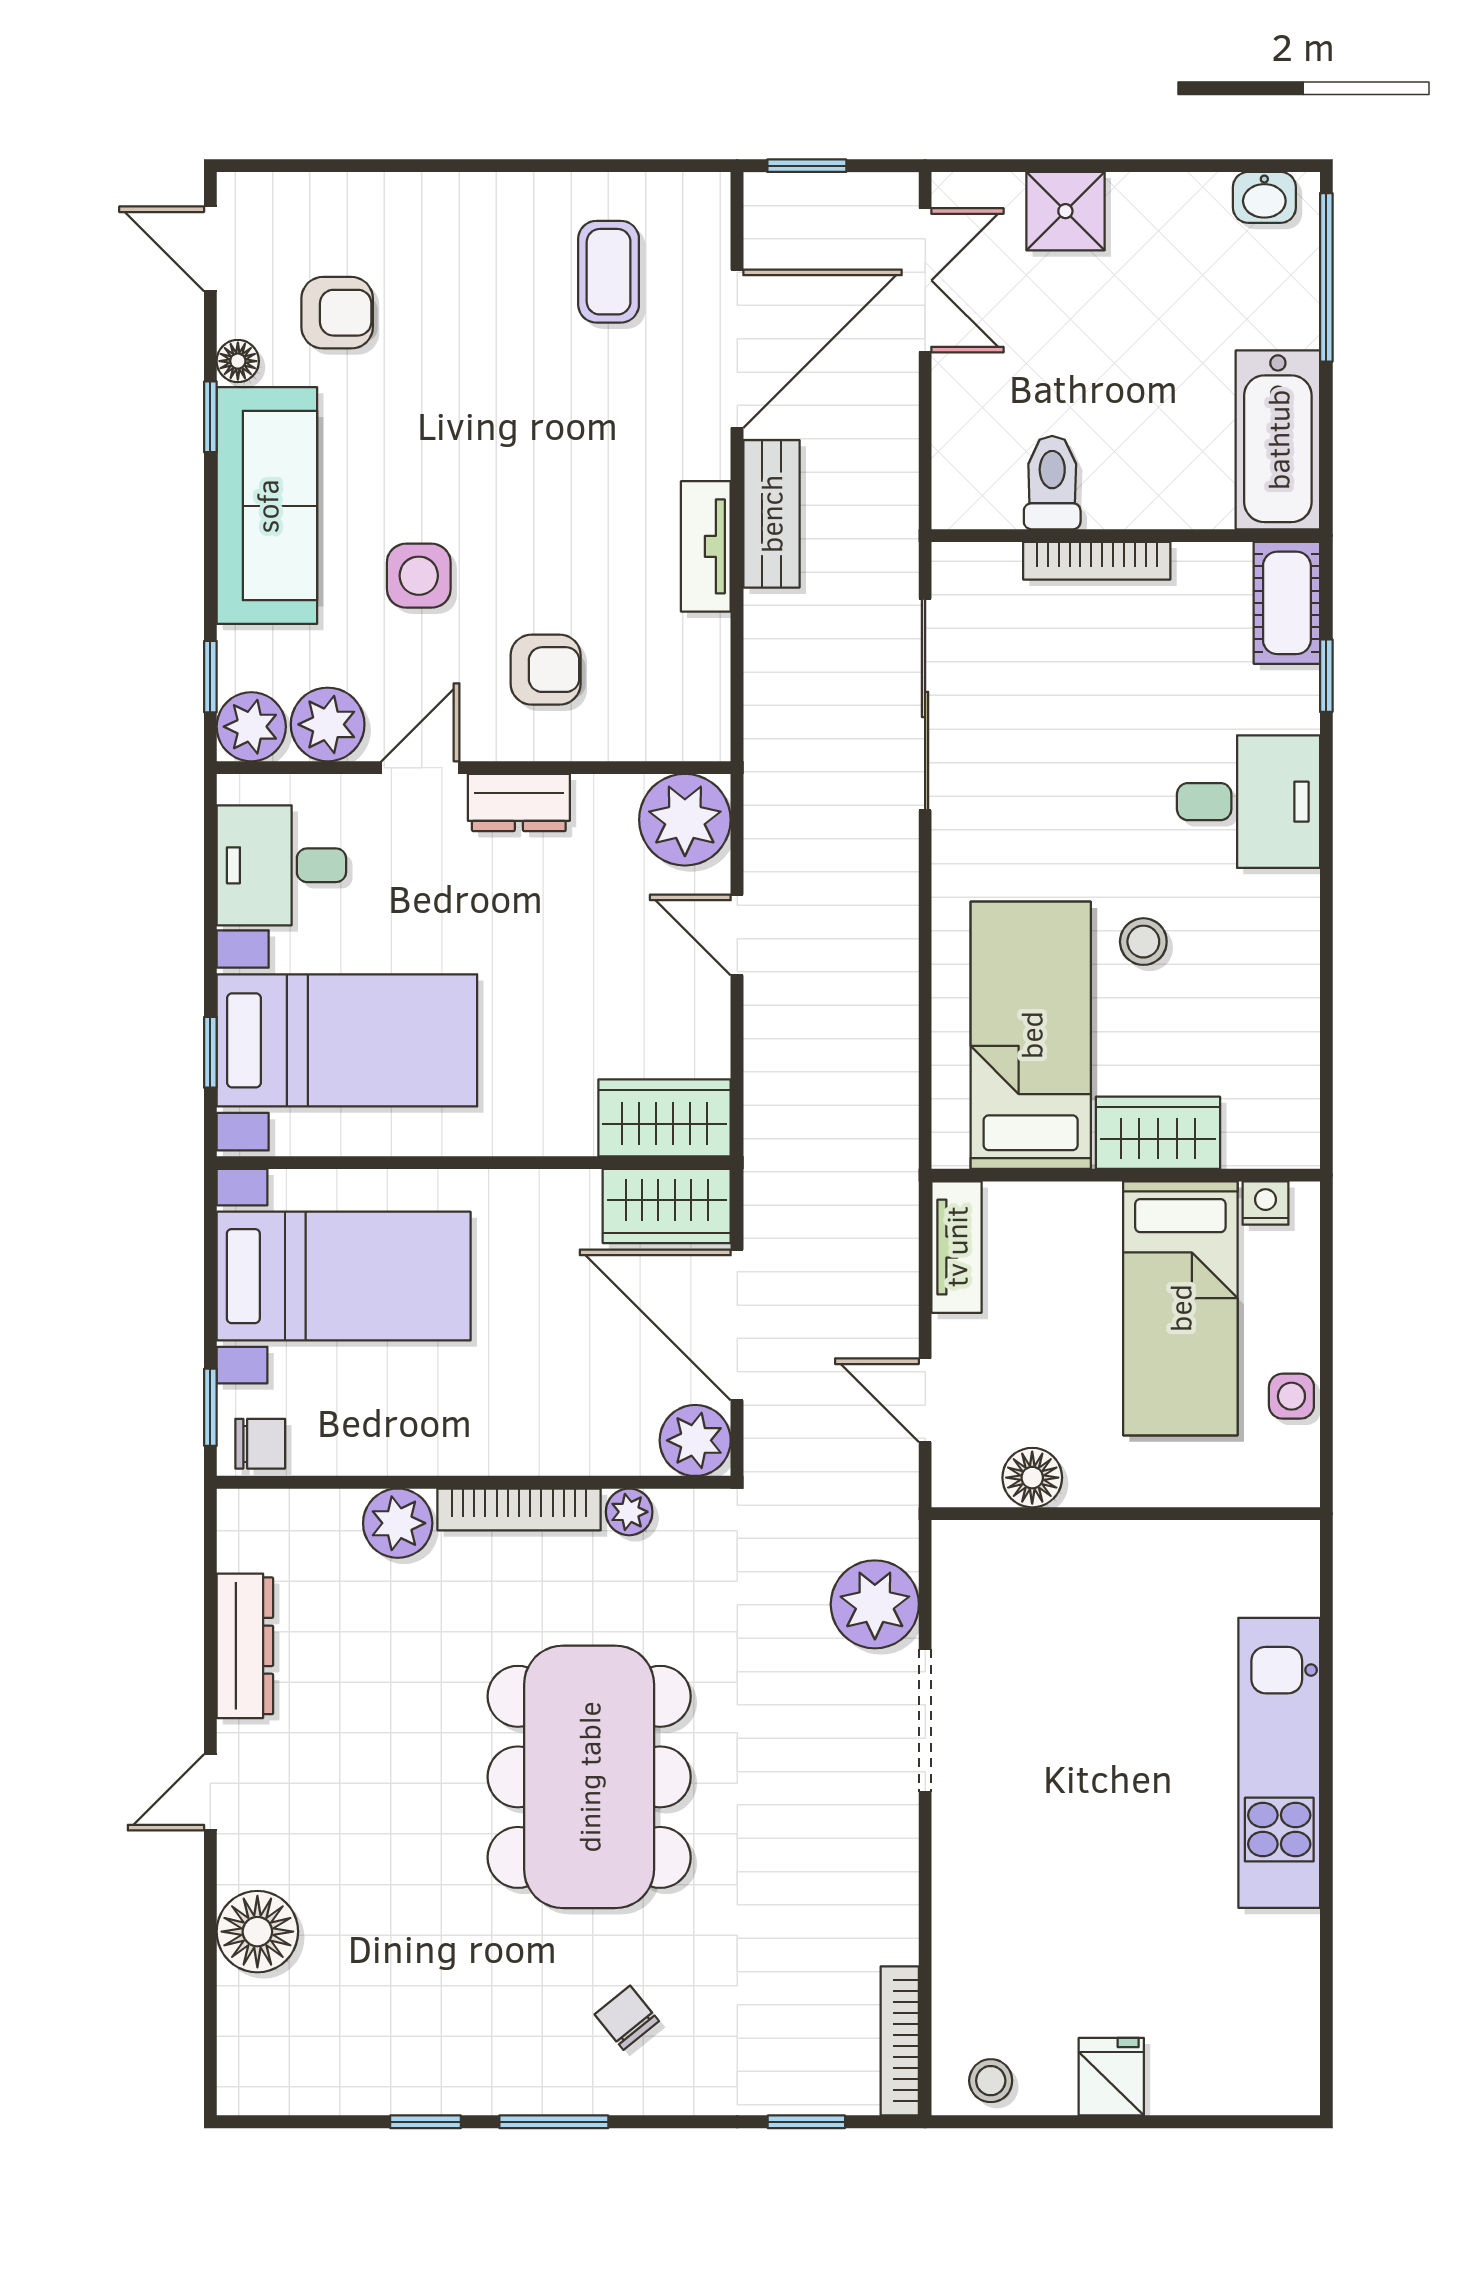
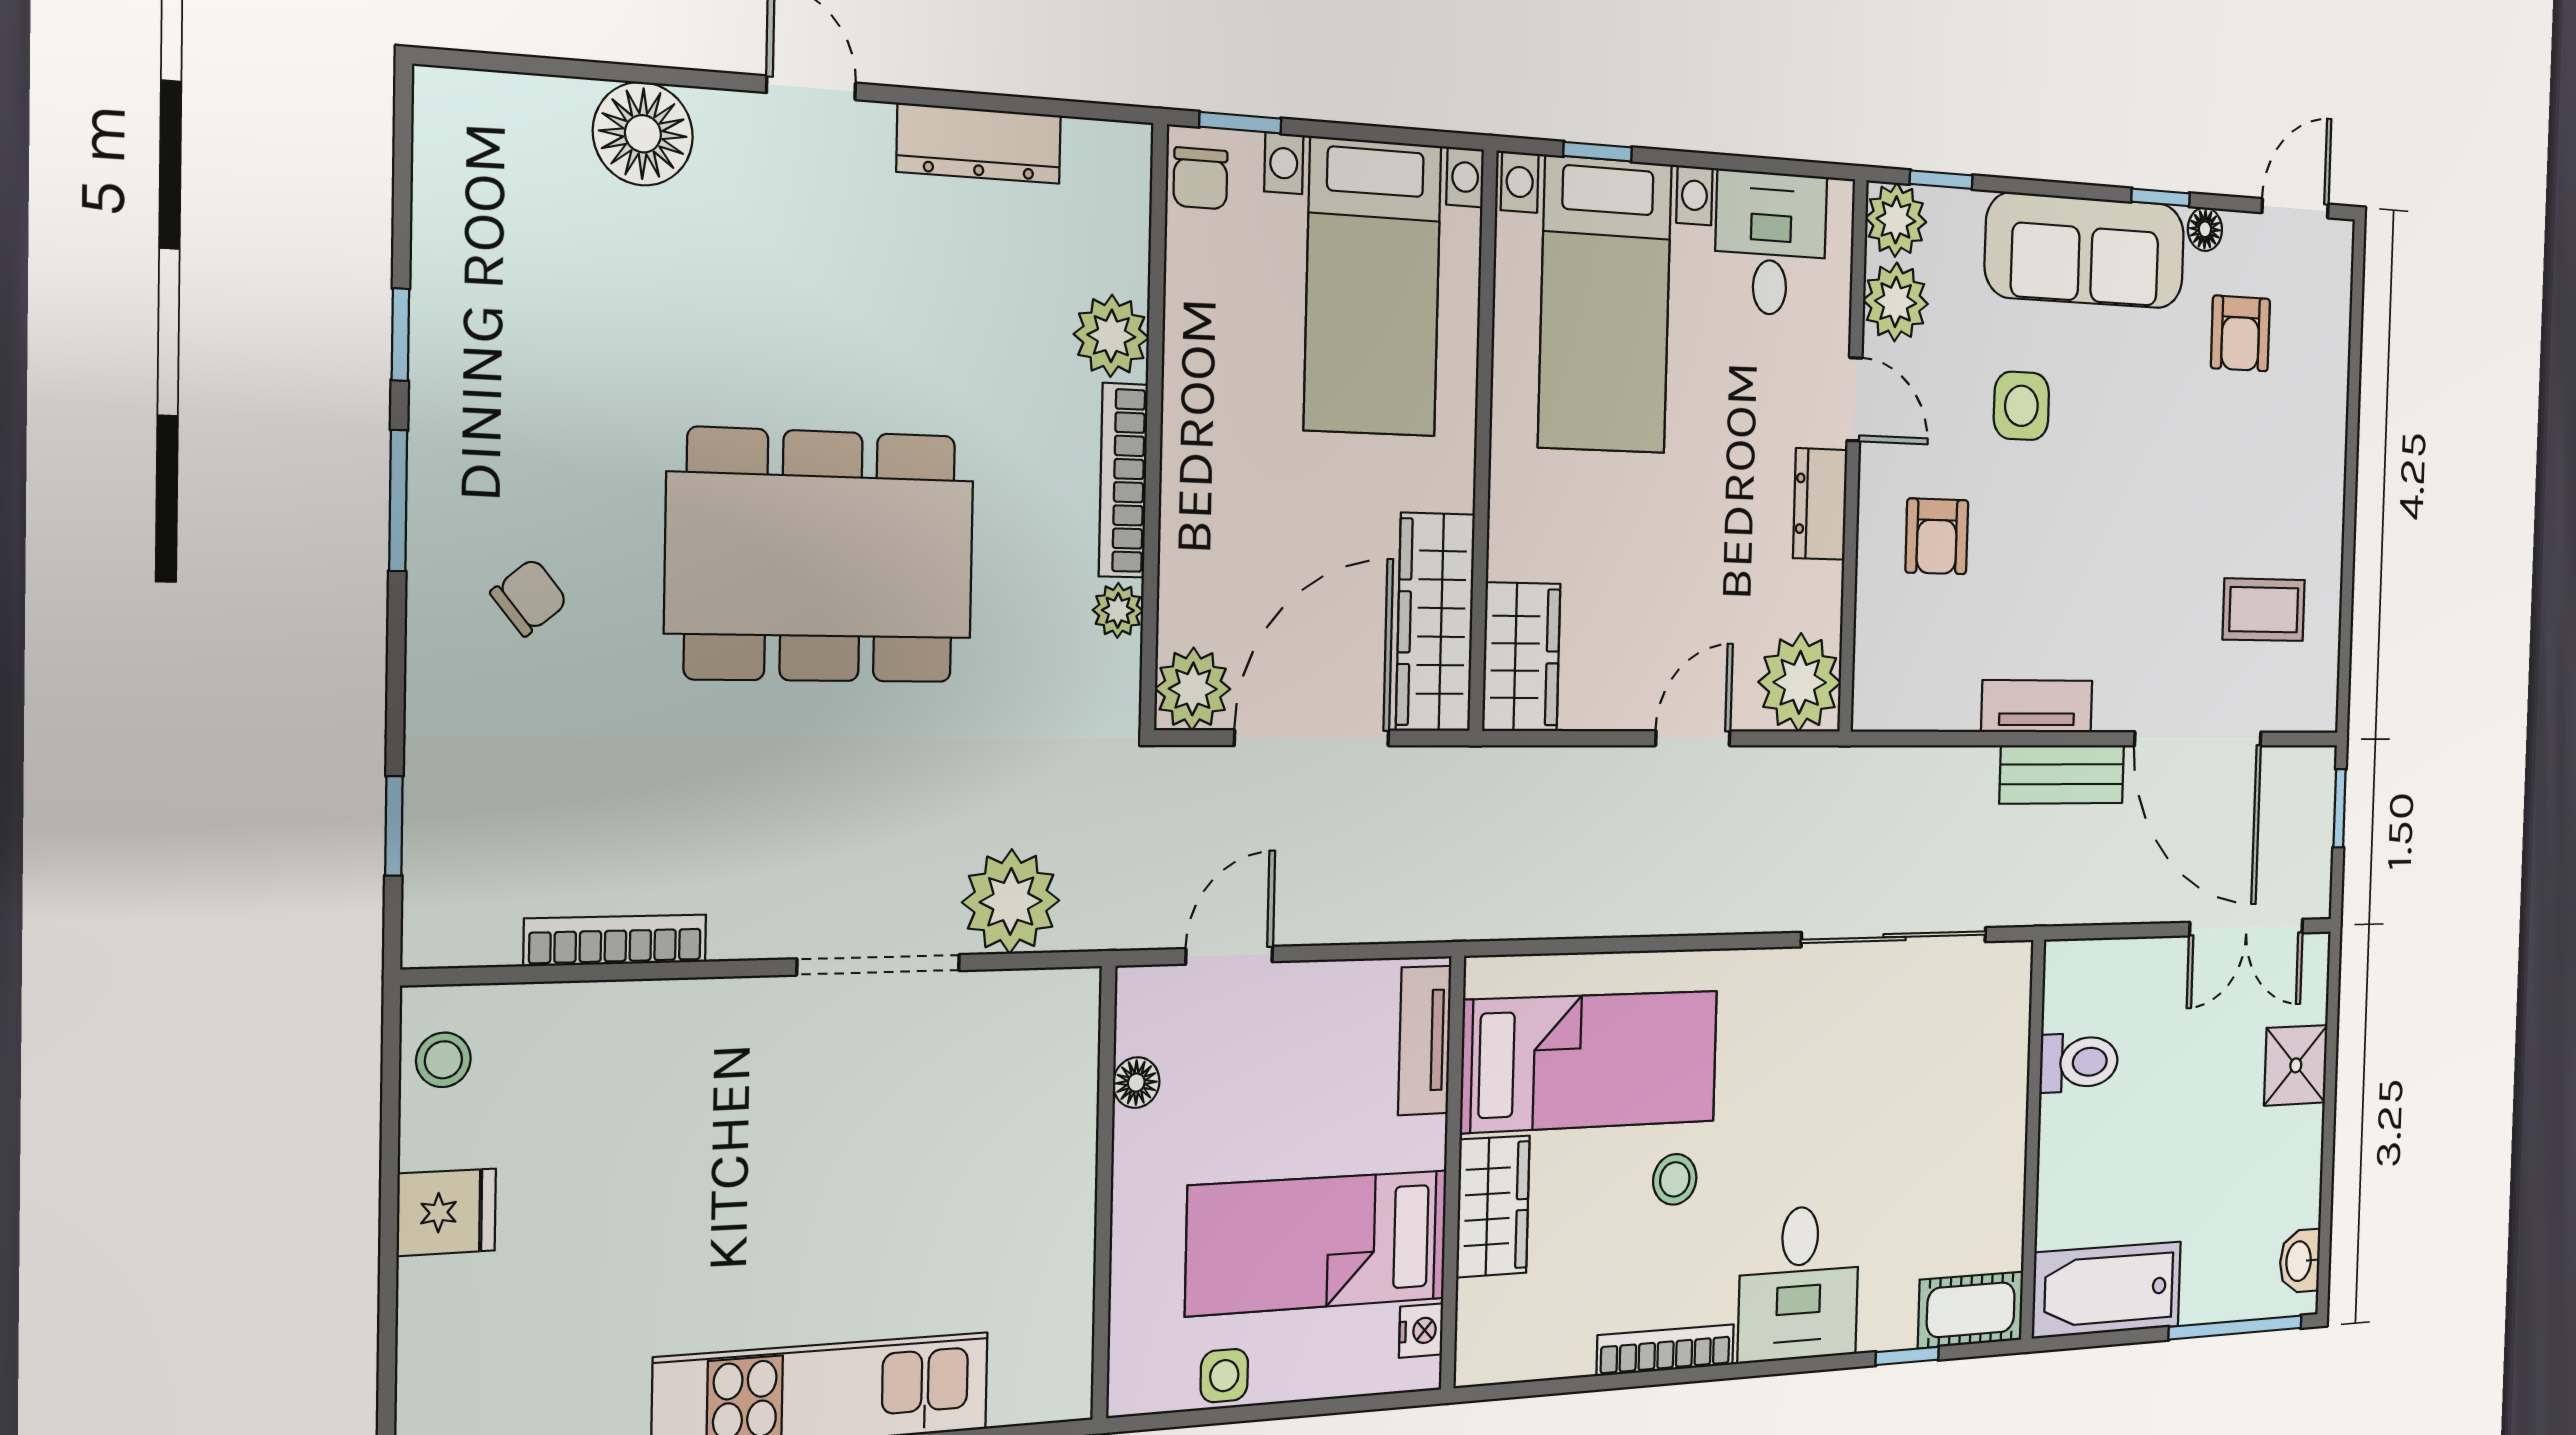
bookcase: (1097, 561) -> (1666, 1350), moved, turned 90
wardrobe: (667, 1206) -> (1435, 622), width x1.50
tv unit: (956, 1247) -> (1425, 1040), moved, turned 90
floor lamp: (1032, 1478) -> (1136, 1083), width x0.73, depth x0.73
bookcase: (900, 2041) -> (615, 940), moved

